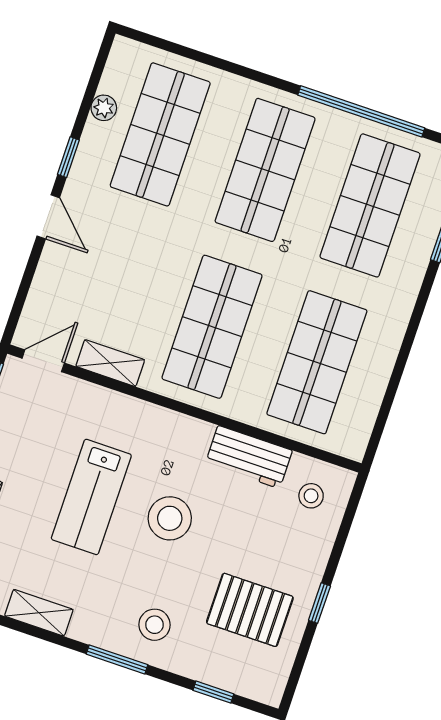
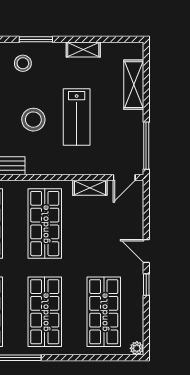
plant: (104, 108) -> (137, 348), moved
lab bench: (91, 497) -> (77, 117), turned 180

